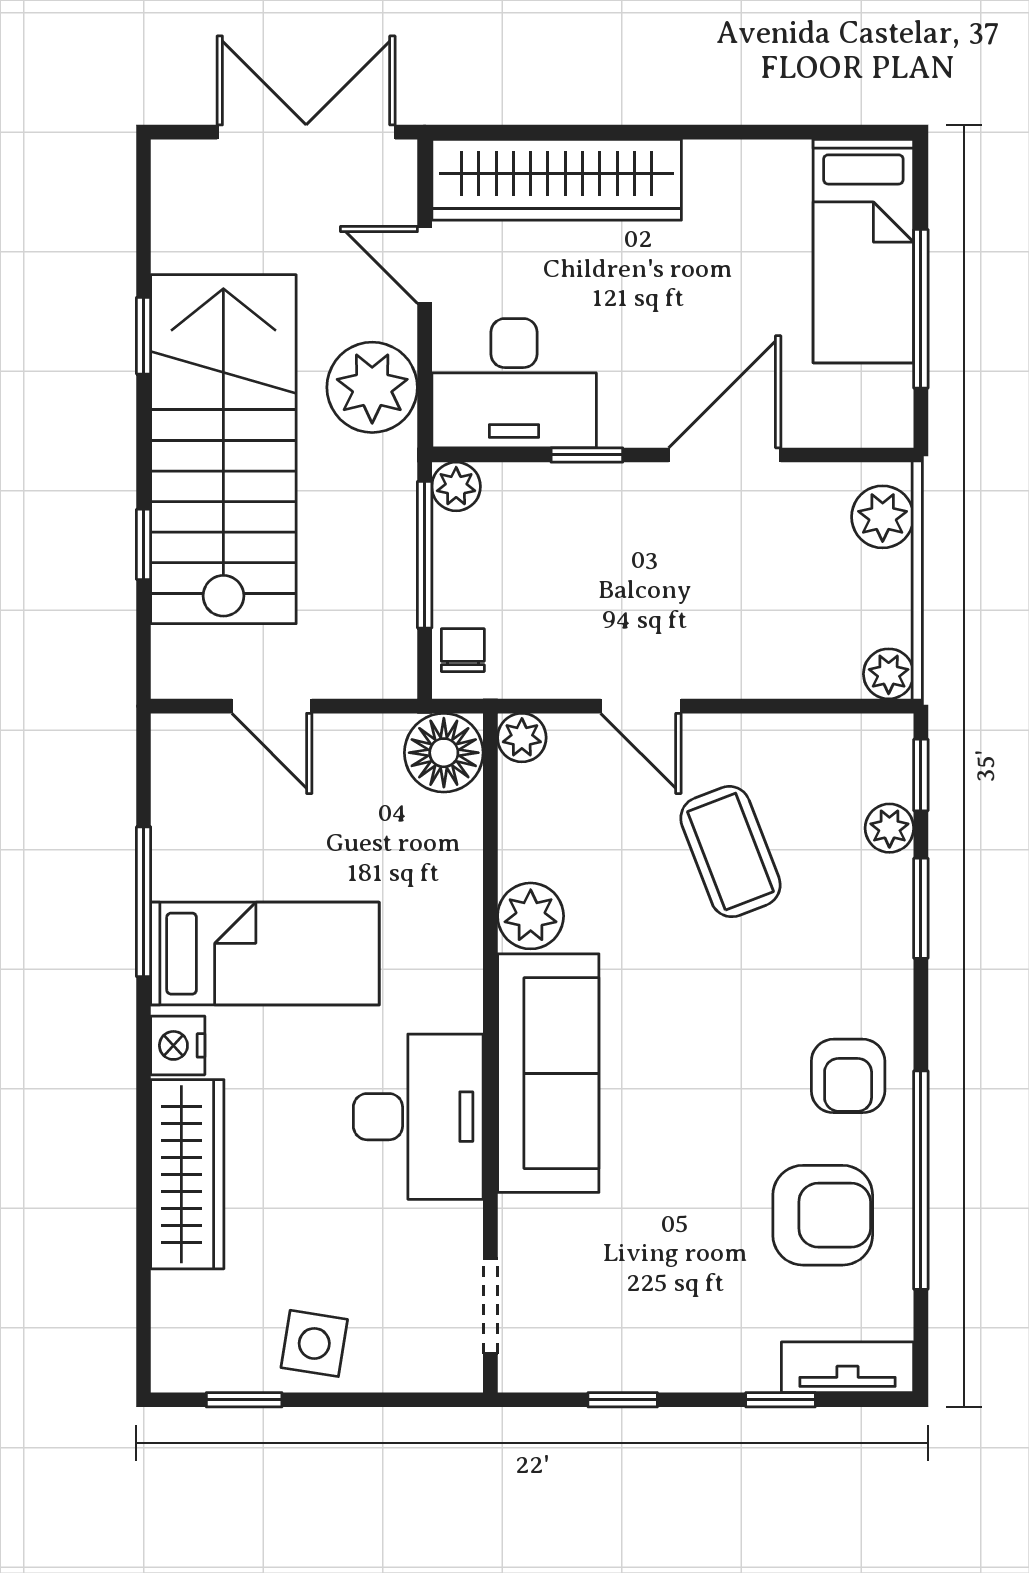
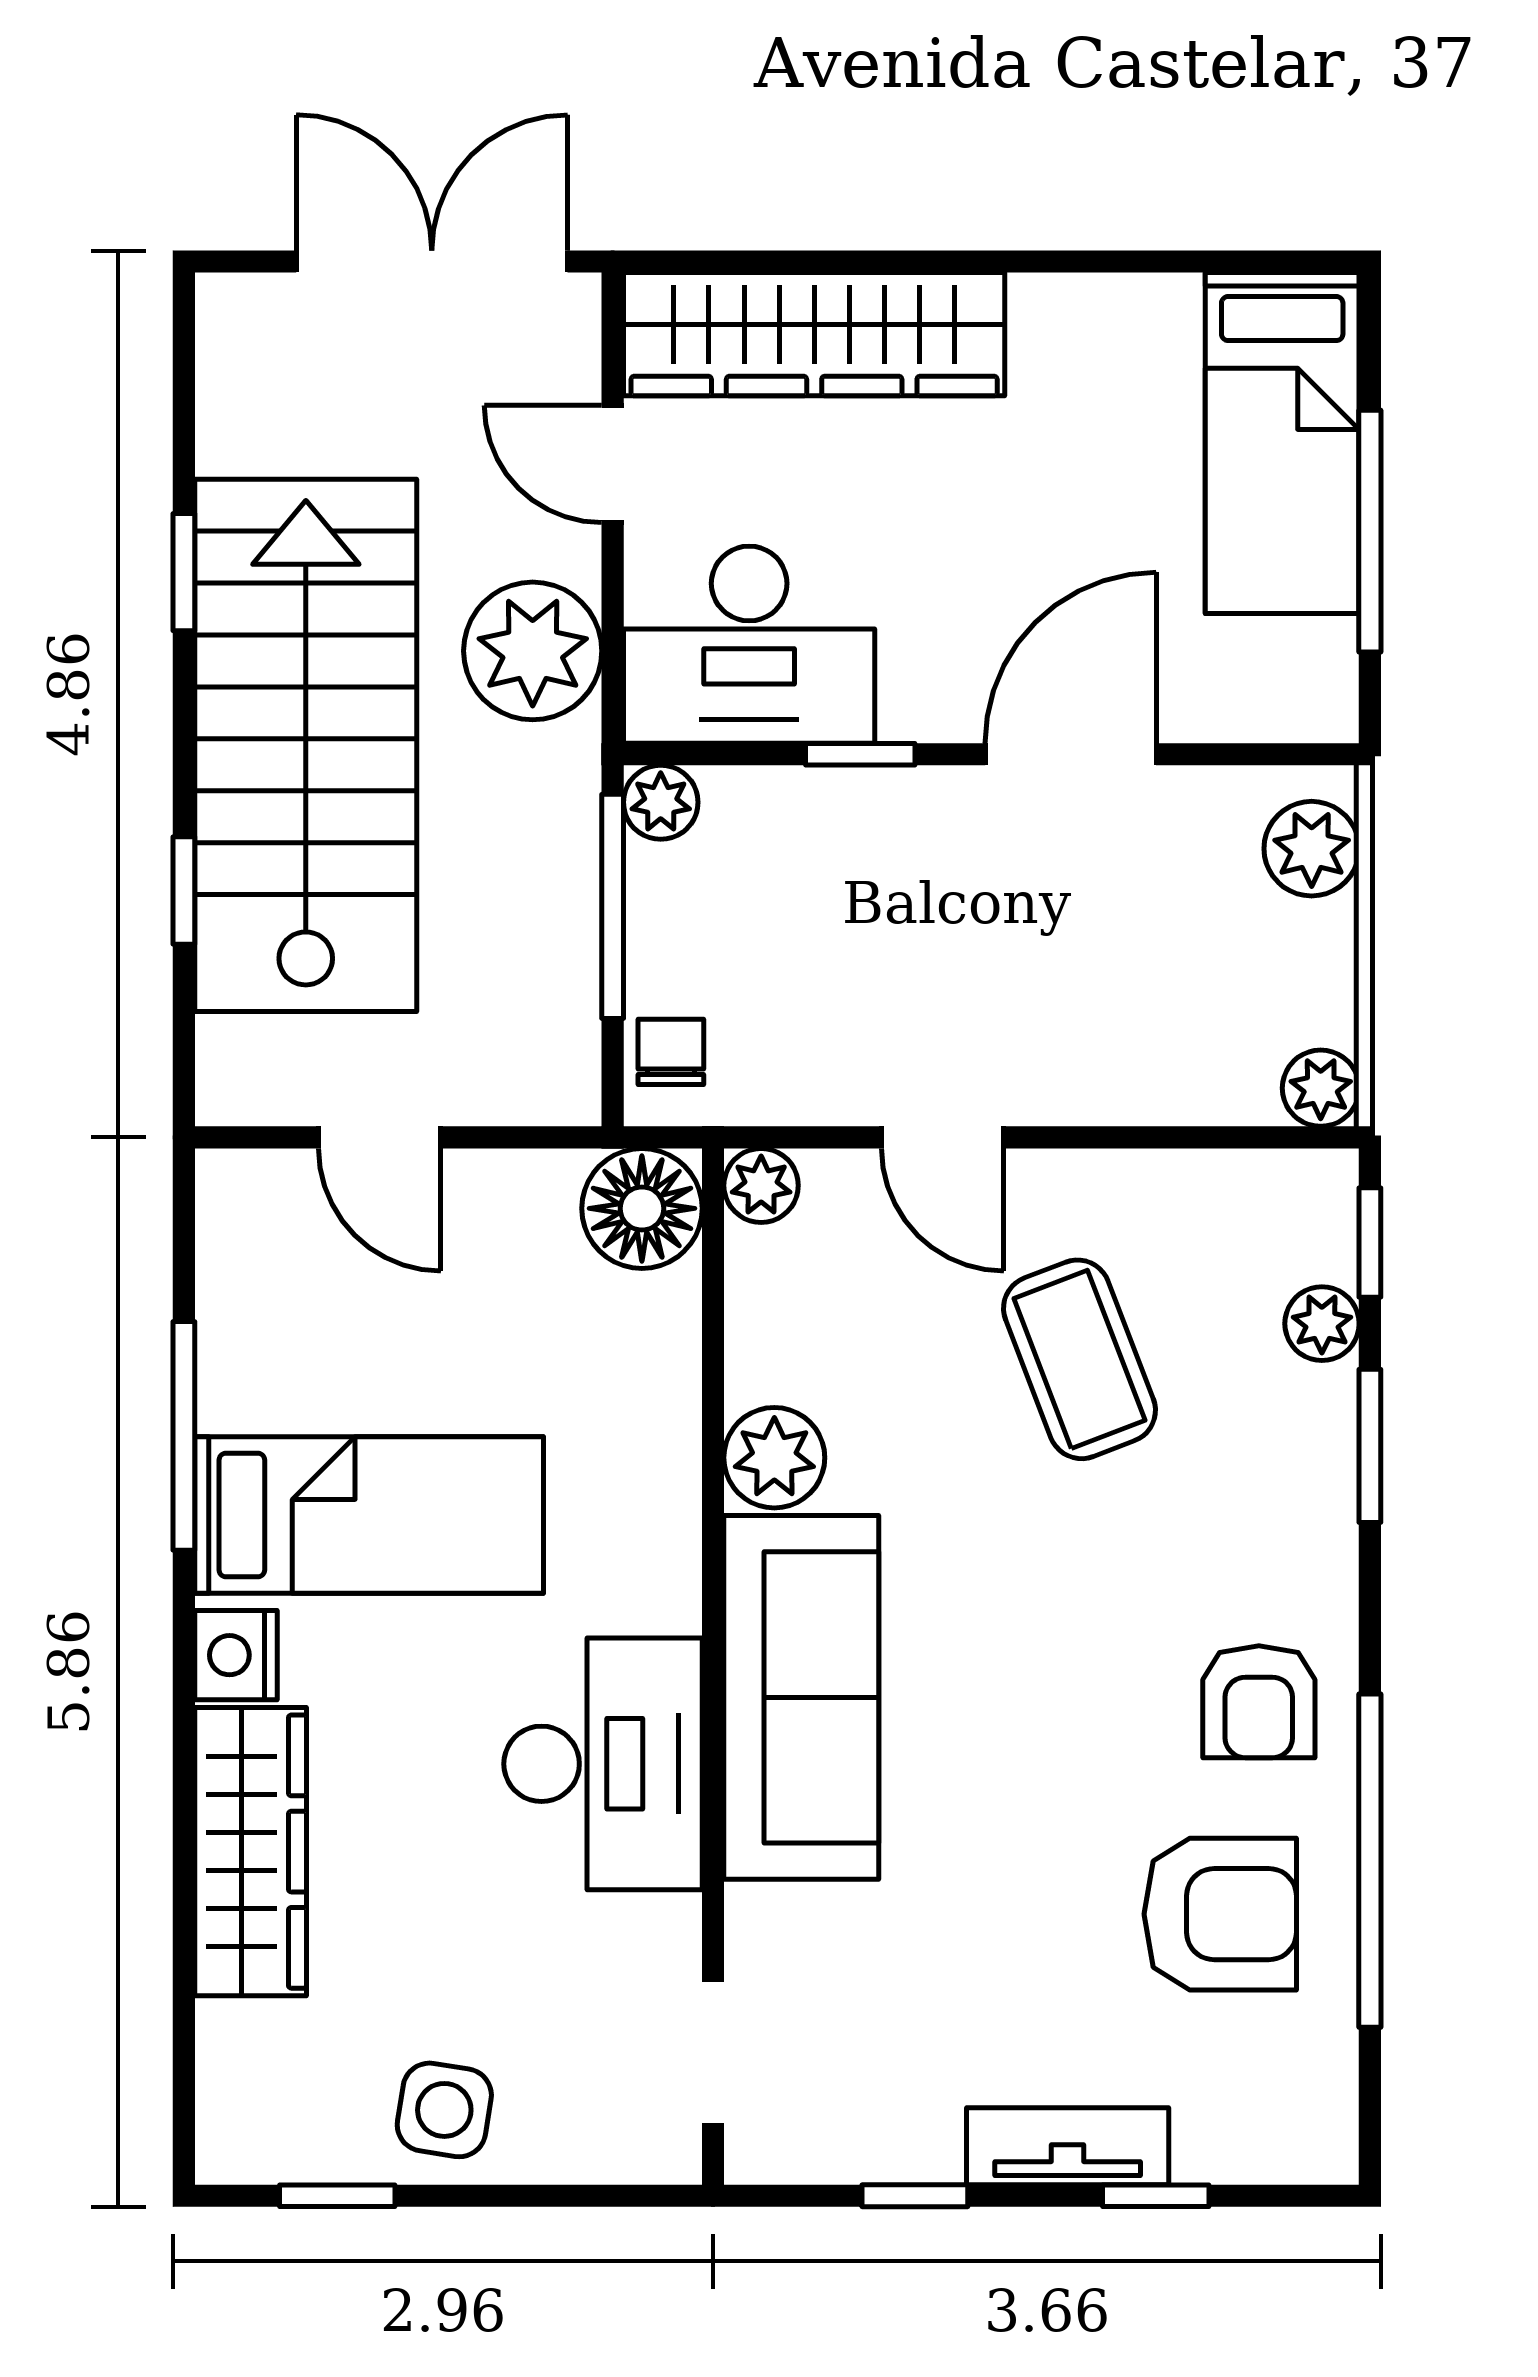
tv unit: (847, 1367) -> (1068, 2146), moved

